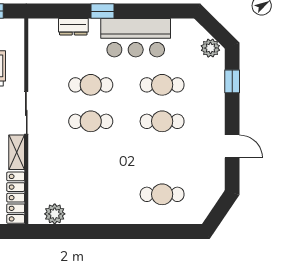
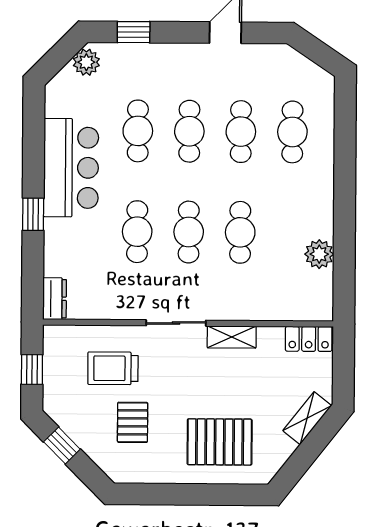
dresser: (73, 27) -> (55, 299), moved
cafe table: (91, 158) -> (240, 232), added
cafe table: (162, 158) -> (241, 132), added
locker: (16, 198) -> (309, 339), width x0.66
plant: (55, 214) -> (319, 254), moved

